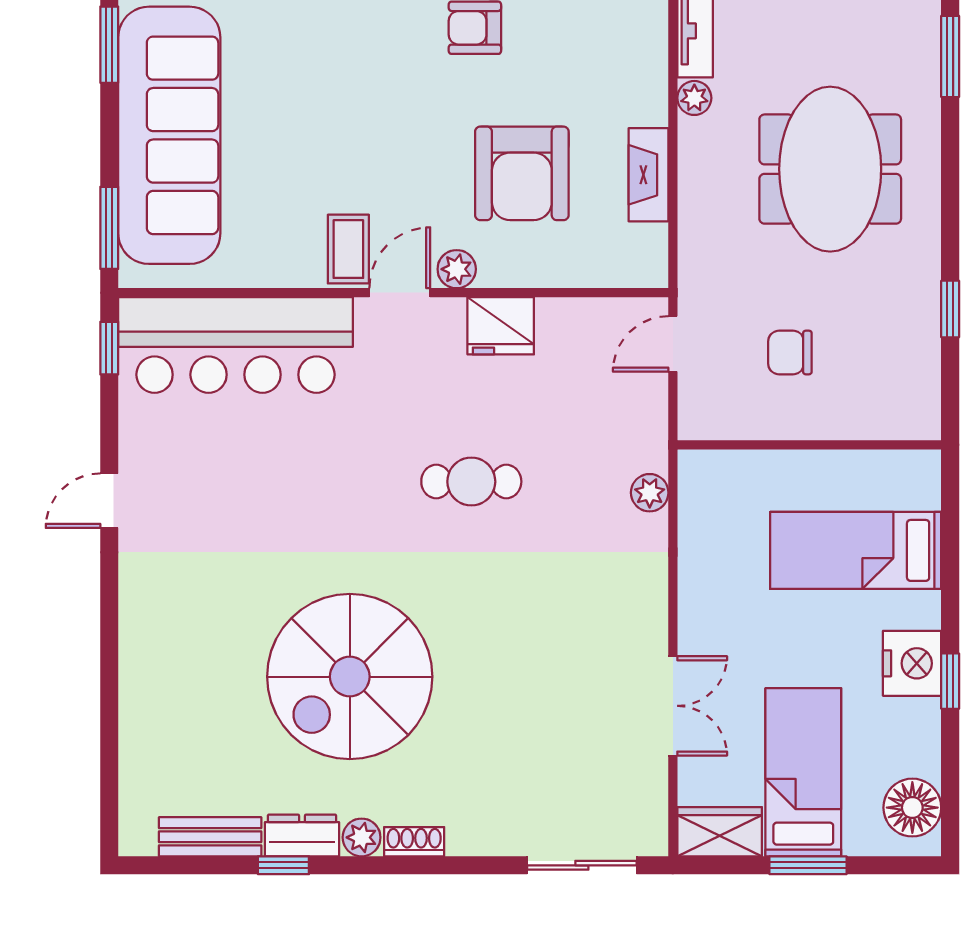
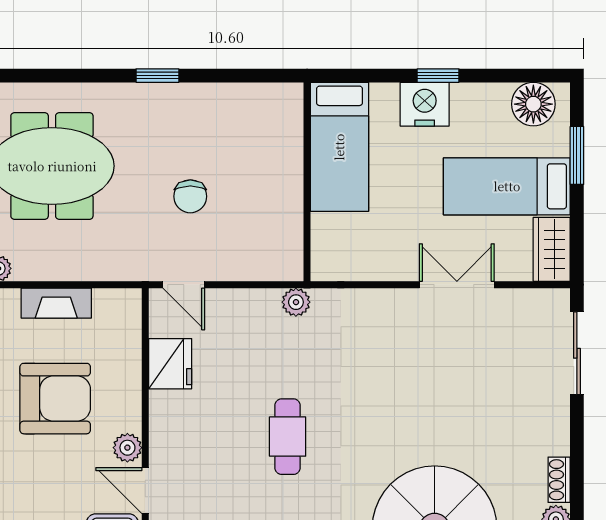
fridge: (501, 326) -> (170, 364), moved
wall: (809, 445) -> (307, 182), moved
window: (808, 865) -> (577, 155), moved

